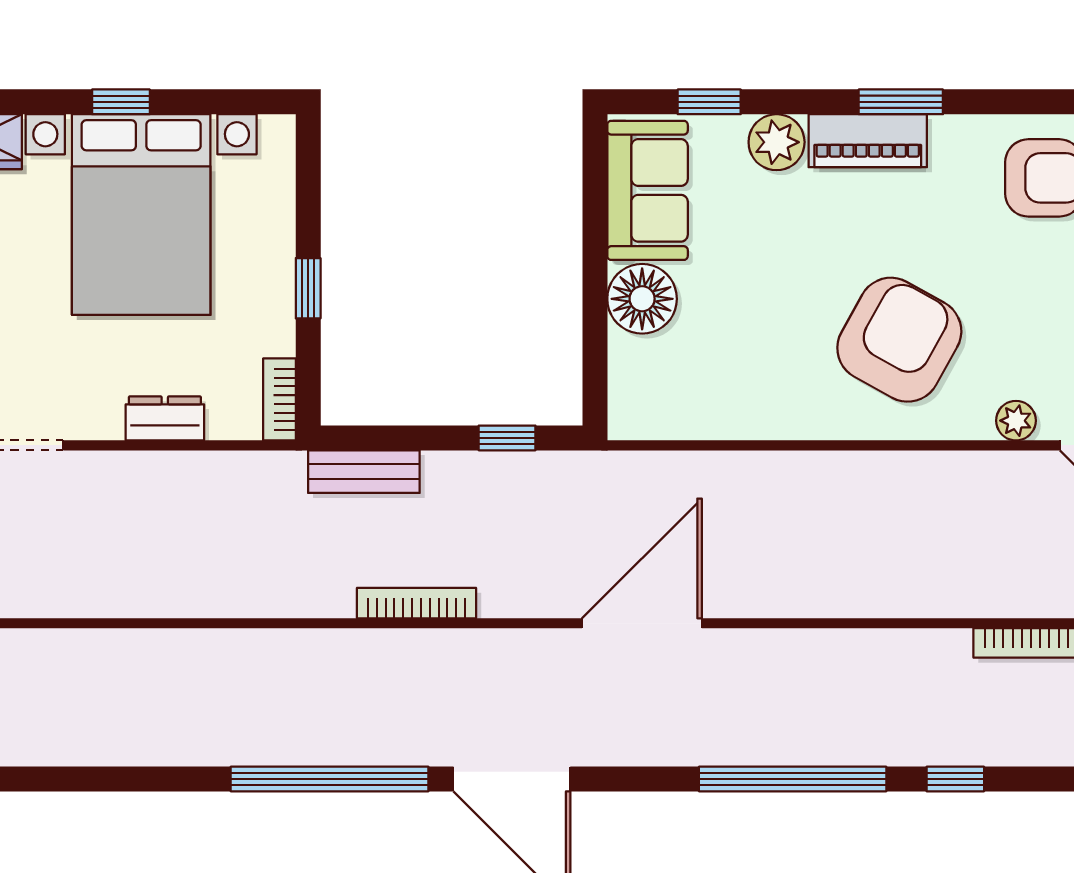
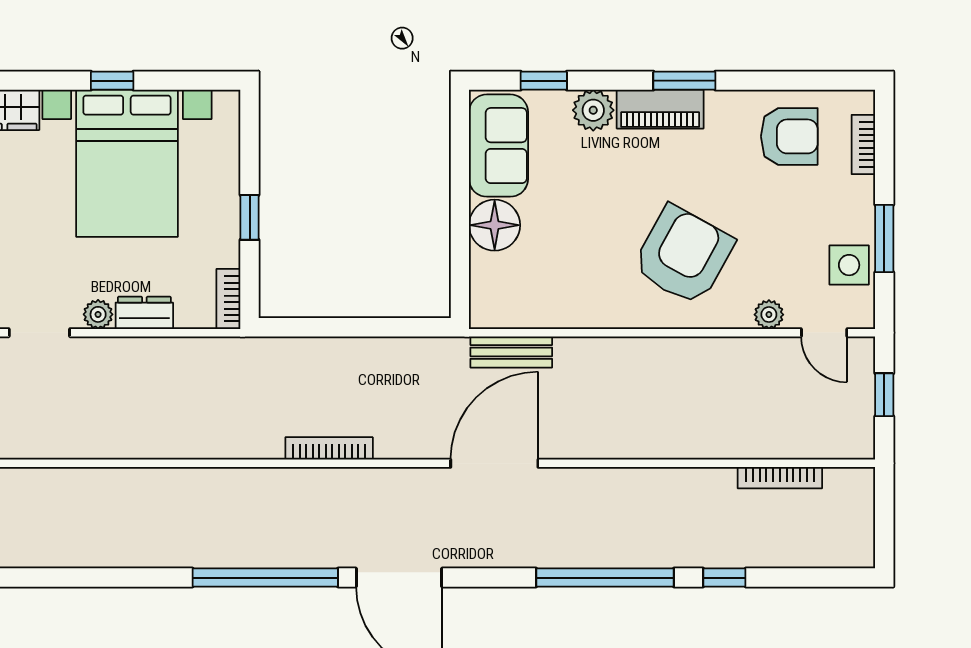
plant: (102, 420) -> (98, 314), added
window: (507, 438) -> (395, 327), removed
bench: (364, 472) -> (511, 352), moved

